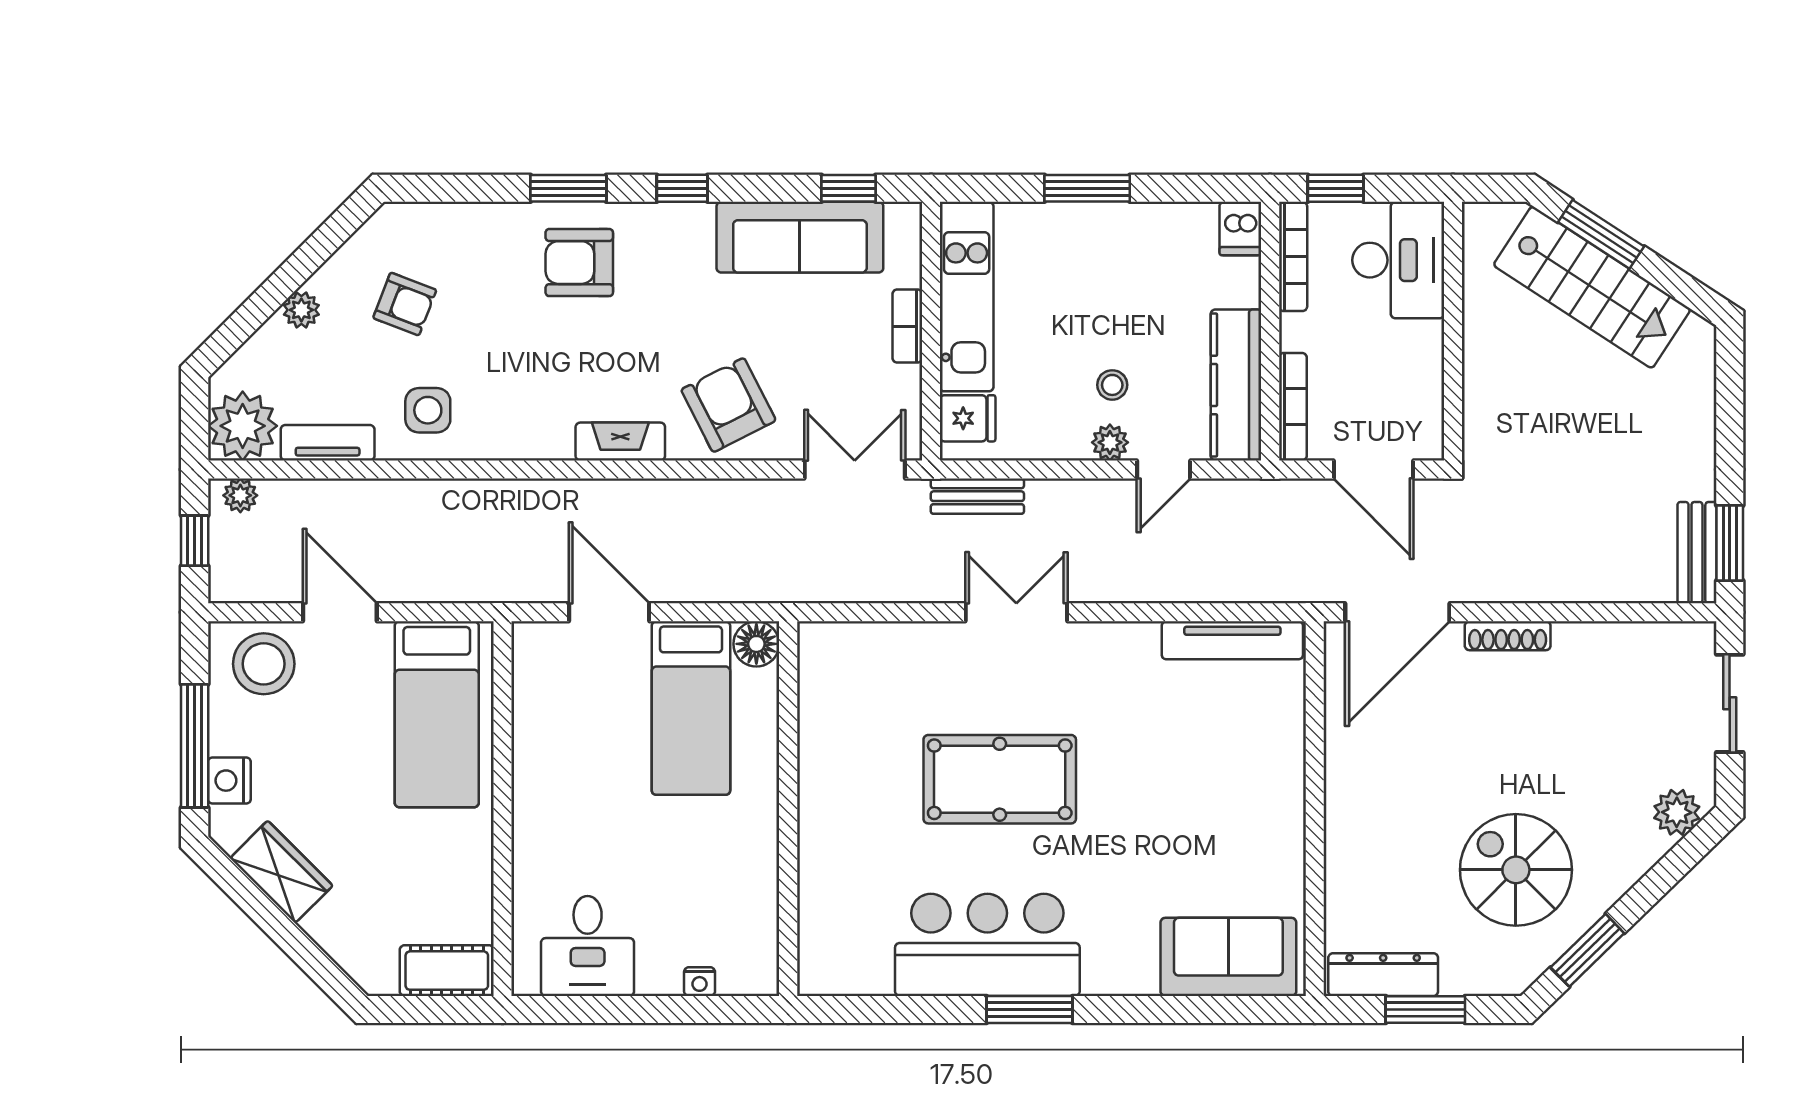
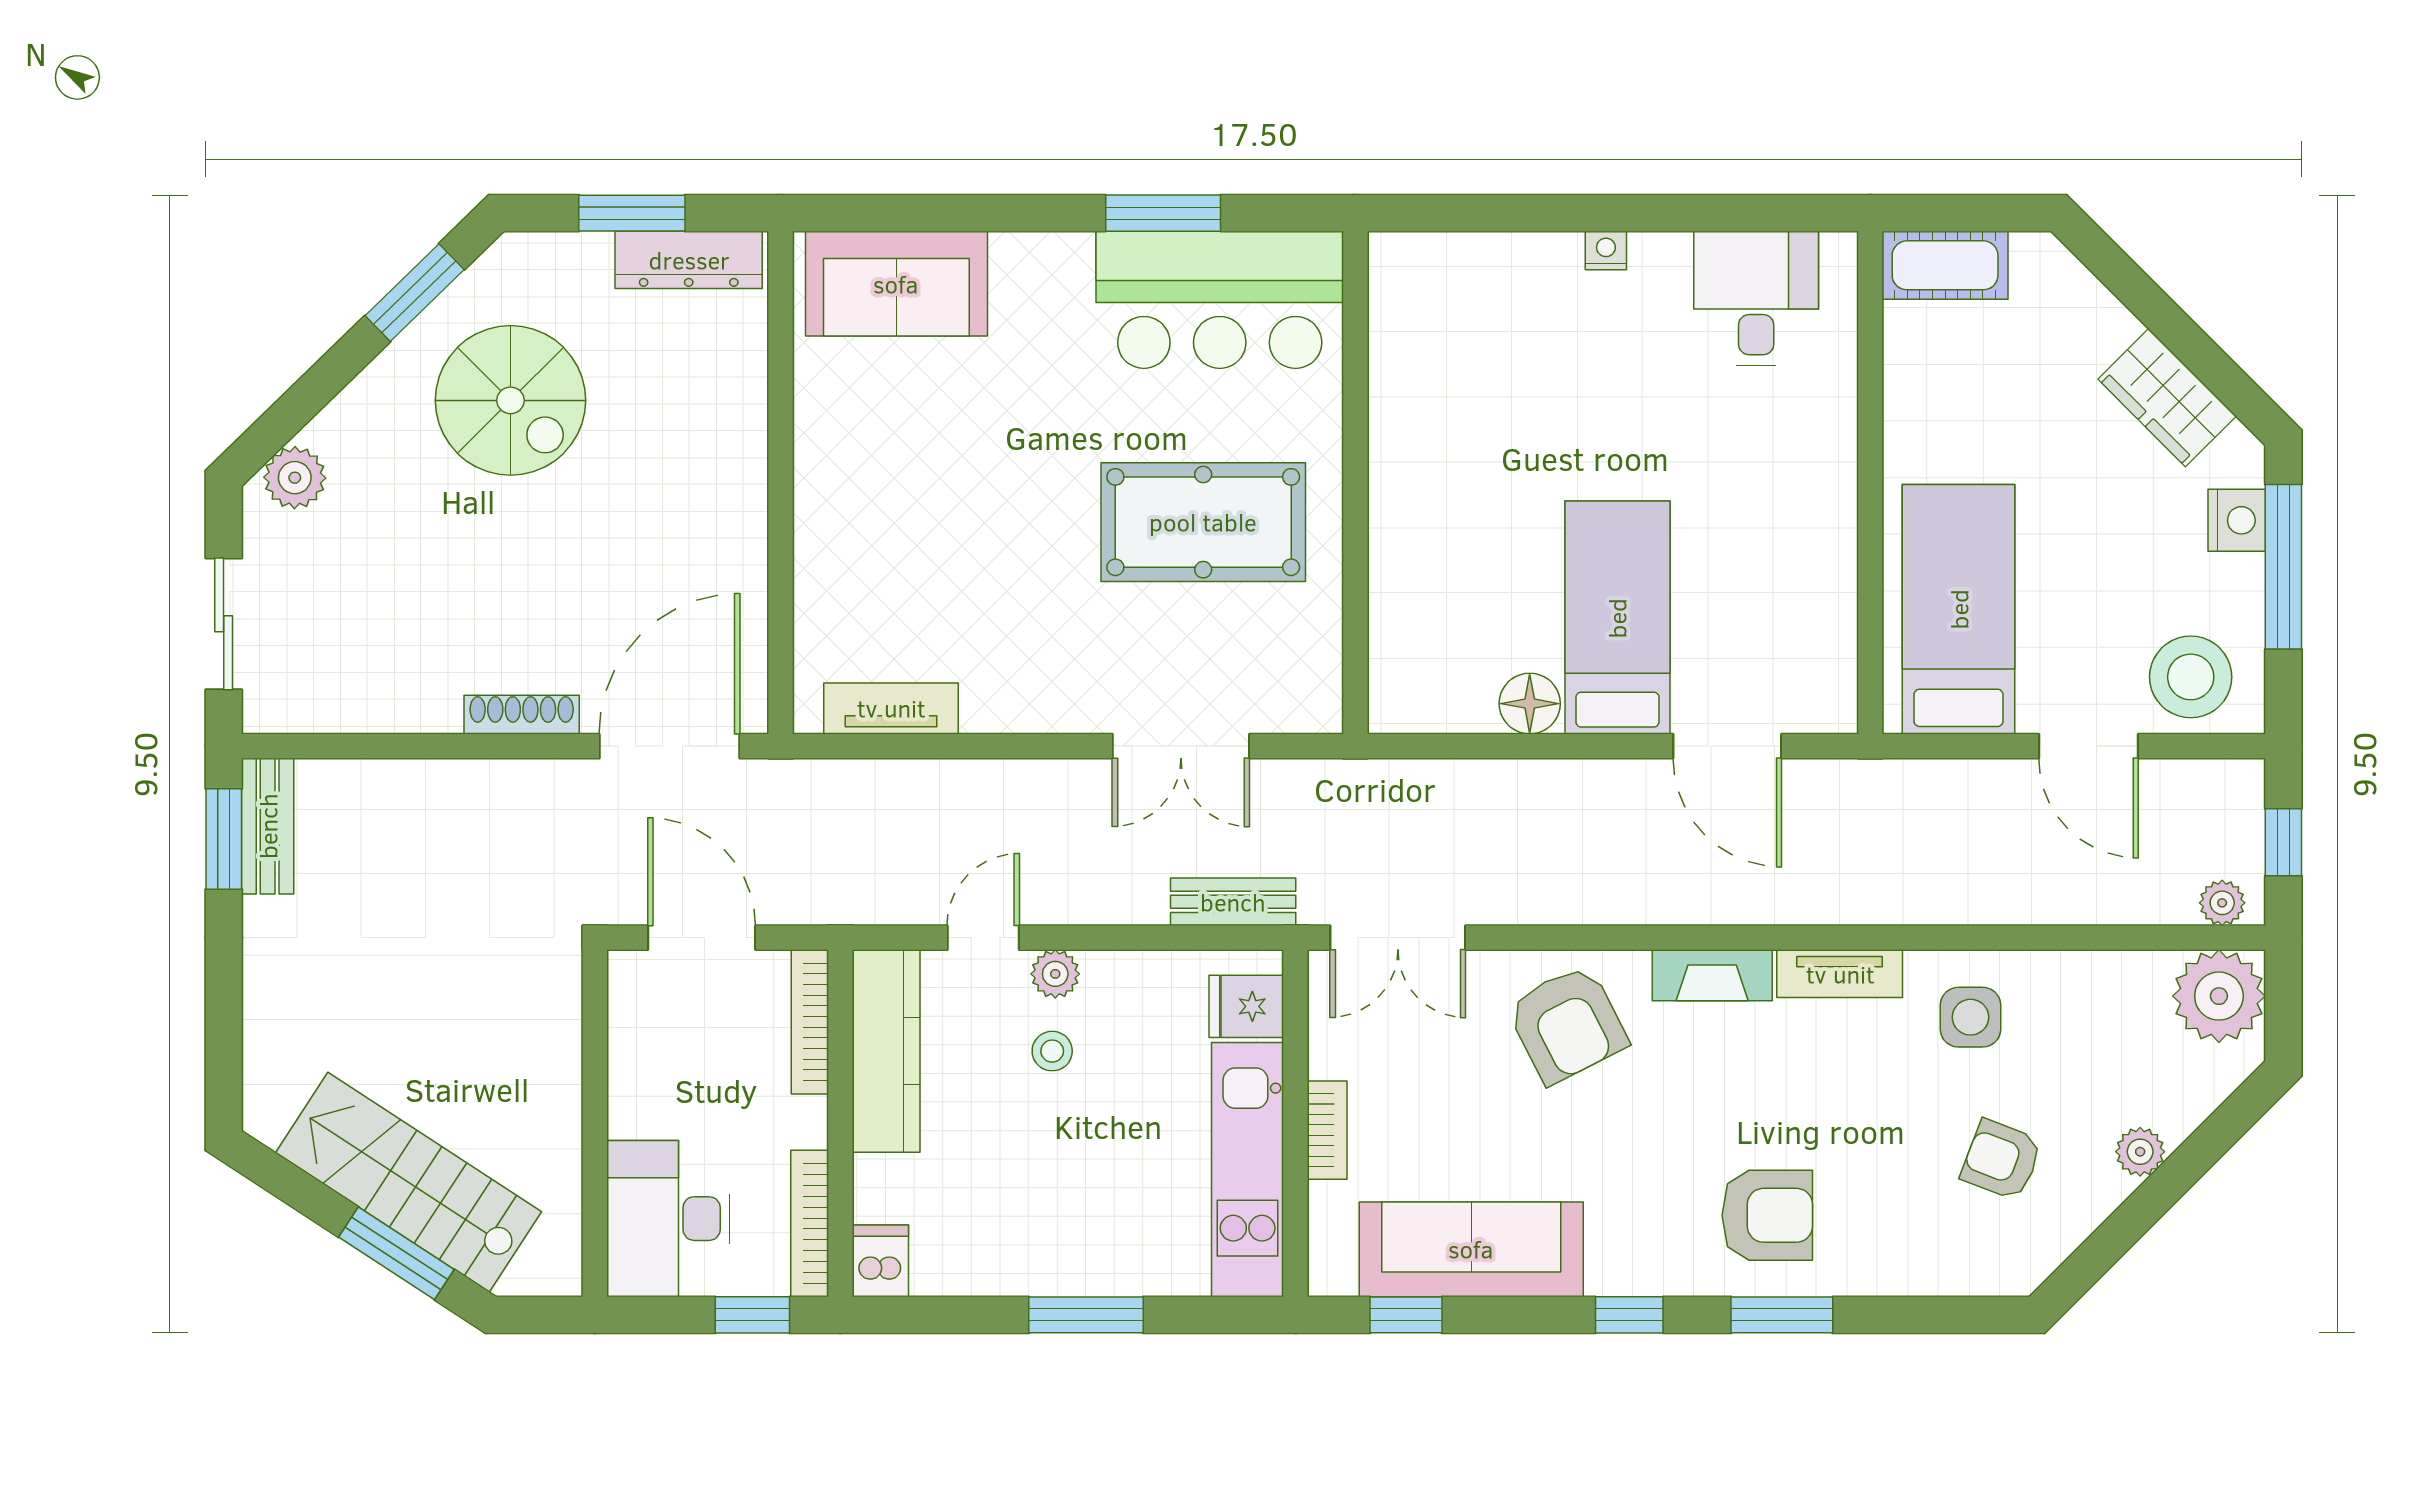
tv unit: (328, 443) -> (1840, 974), moved
tv unit: (1232, 640) -> (891, 708), width x0.71
wall: (788, 809) -> (1355, 483), moved

